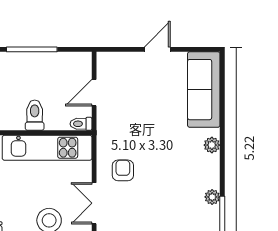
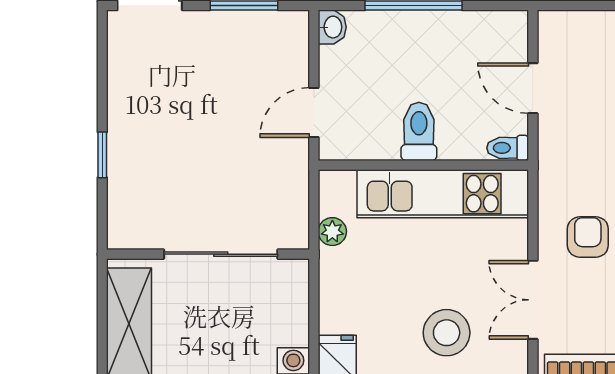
door: (94, 93) -> (533, 88), hinge flipped

